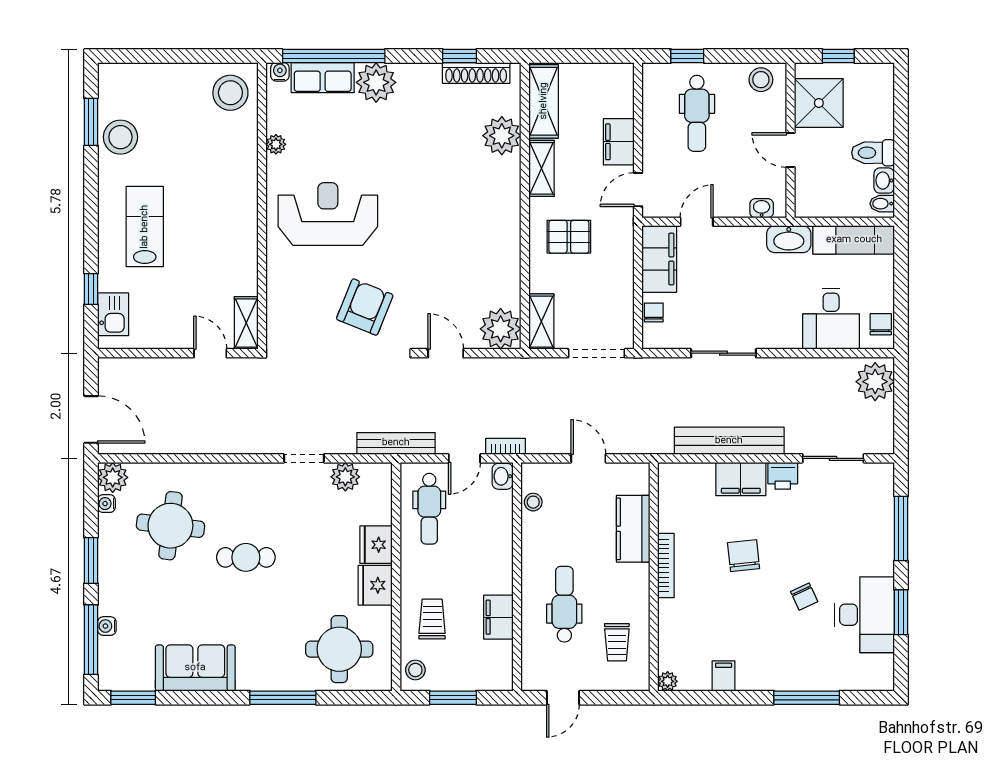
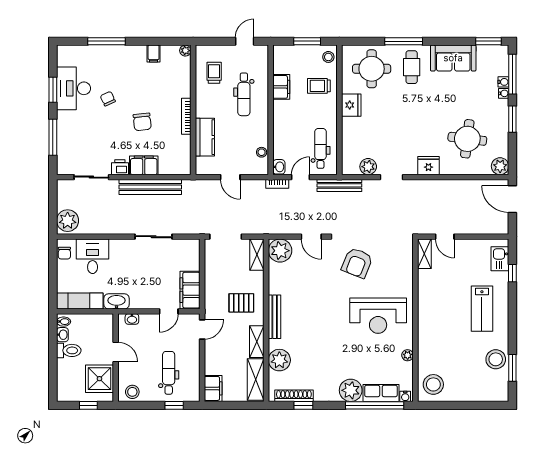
filing cabinet: (619, 142) -> (213, 388), moved
bench: (510, 212) -> (275, 317), added
chair: (654, 312) -> (193, 260), removed
water cooler: (106, 504) -> (504, 93), moved
fridge: (376, 545) -> (428, 166), moved, turned -90
cafe table: (246, 557) -> (412, 67), moved, turned 90
trolley: (432, 619) -> (319, 86), turned 90

